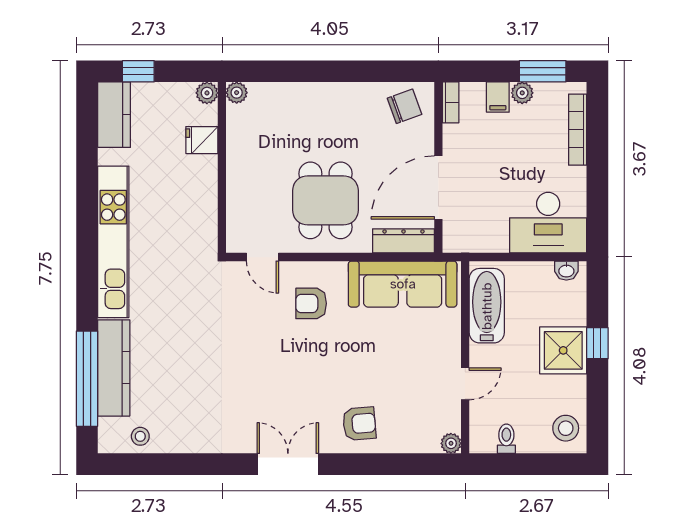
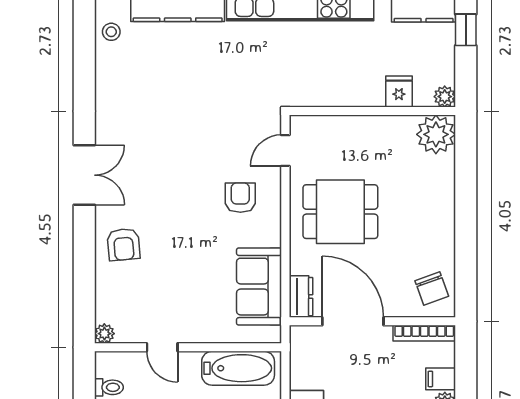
plant: (237, 93) -> (436, 134), width x1.87, depth x1.87
bookcase: (451, 102) -> (424, 333), width x1.56
dresser: (404, 241) -> (301, 297), width x0.70
sofa: (403, 284) -> (259, 287), width x0.73

